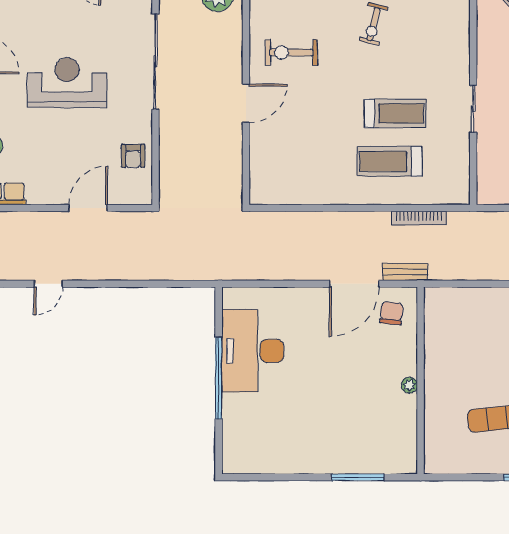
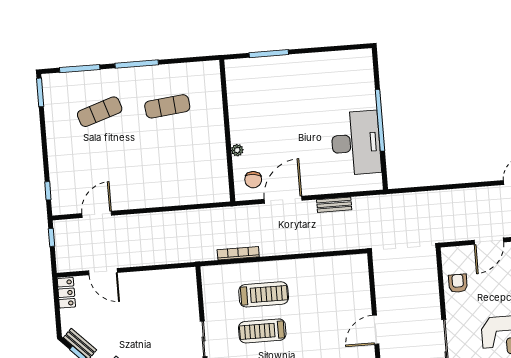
bench: (405, 272) -> (334, 205), moved
plant: (409, 385) -> (237, 150), moved

